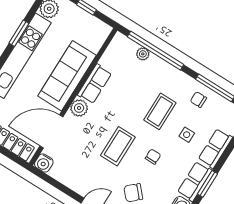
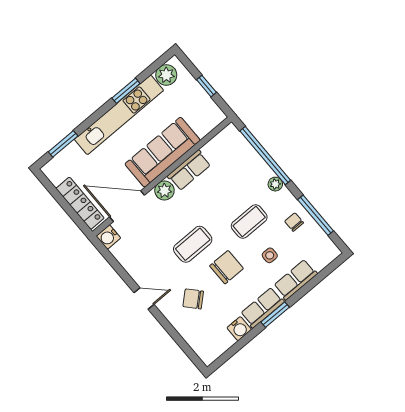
plant: (143, 54) -> (275, 184), moved
chair: (153, 157) -> (226, 267), width x1.87, depth x1.87

